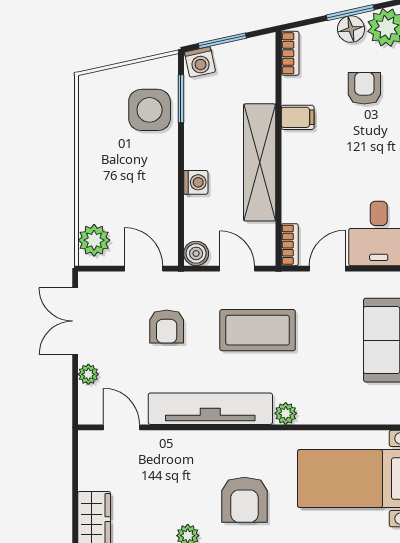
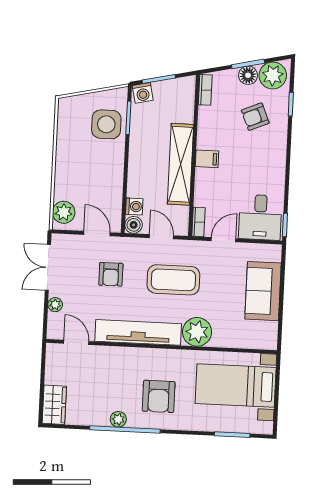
armchair: (364, 88) -> (255, 117), turned -113
filing cabinet: (298, 117) -> (207, 159), moved
washing machine: (196, 182) -> (134, 207), moved
plant: (286, 413) -> (197, 332), width x1.88, depth x1.88

